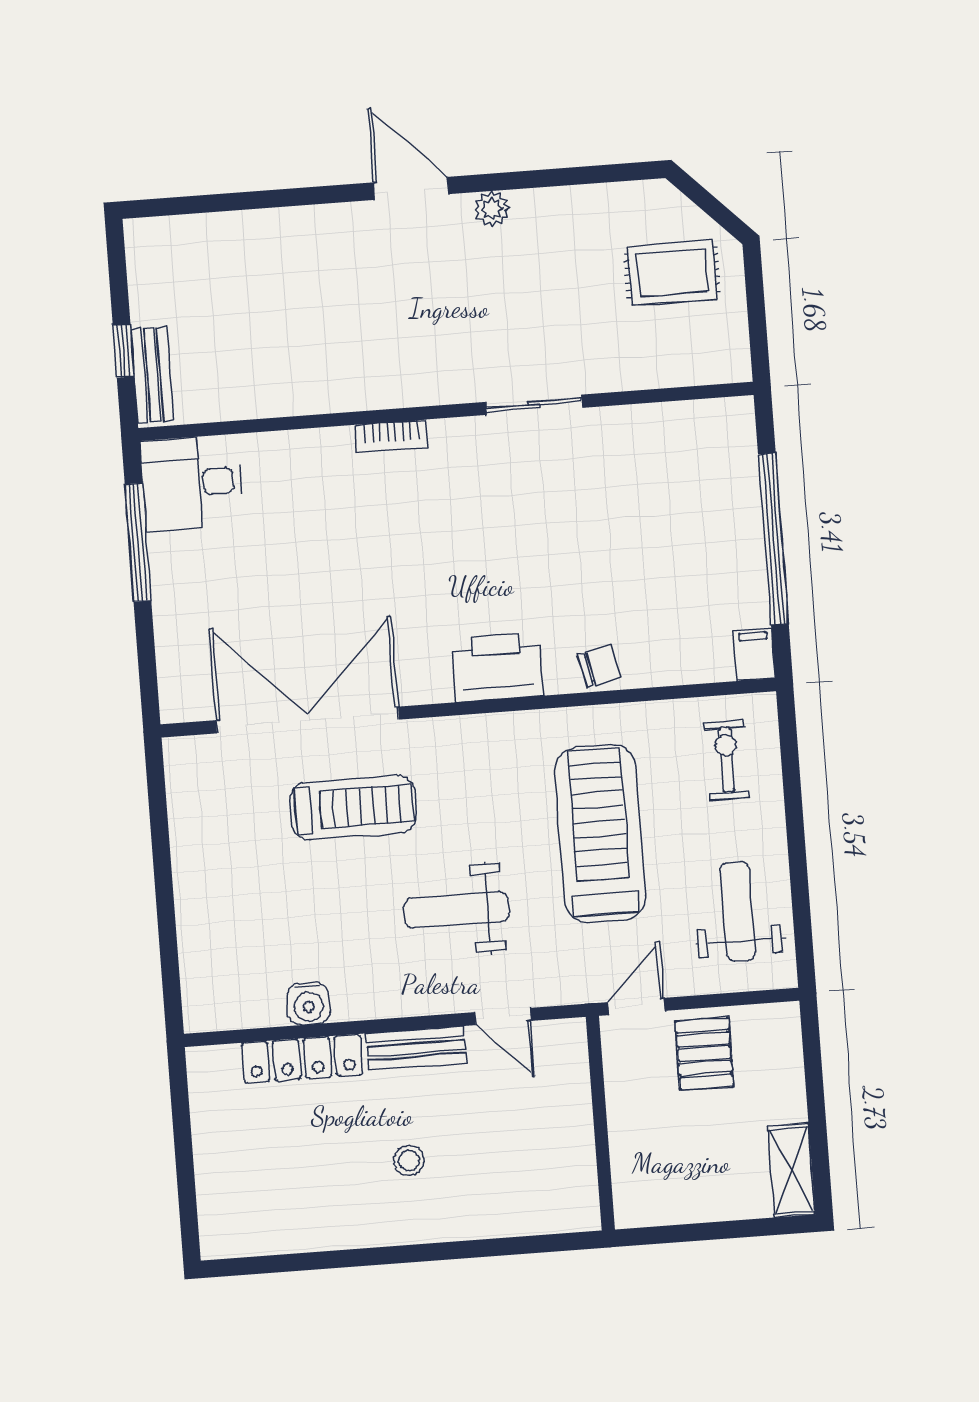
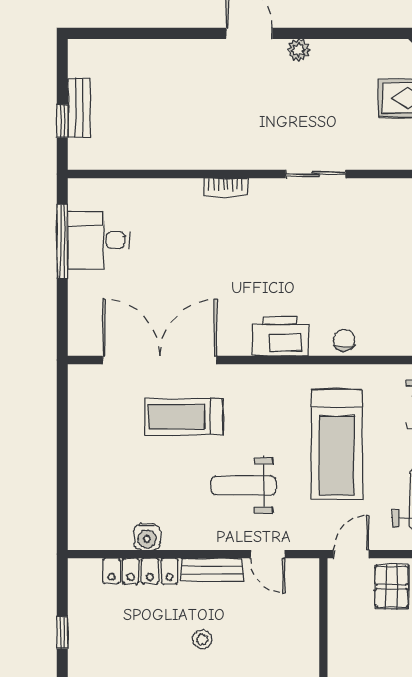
bench: (152, 375) -> (79, 108), moved
desk: (192, 483) -> (99, 240), moved
chair: (599, 666) -> (344, 340), turned -77
treadmill: (353, 807) -> (184, 417), turned 180
treadmill: (600, 834) -> (337, 445), turned 180
window: (185, 1166) -> (62, 633), added

